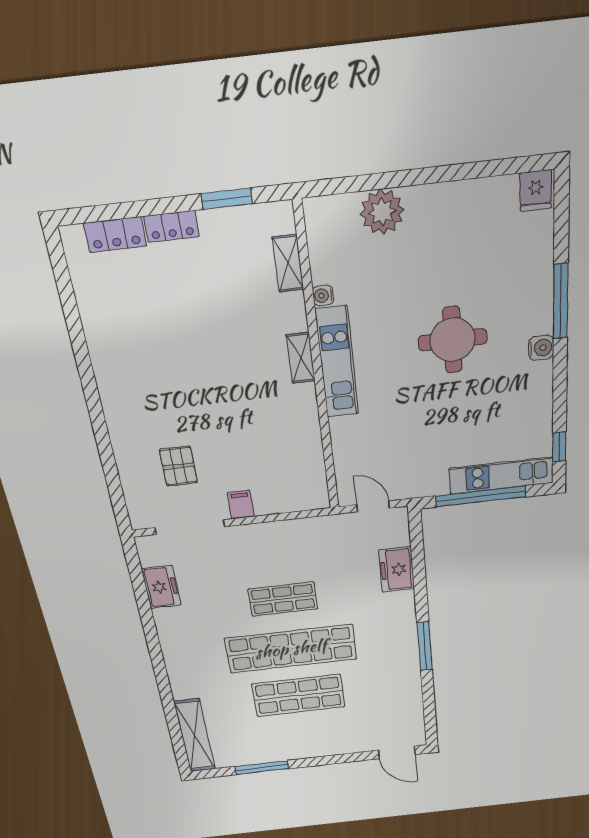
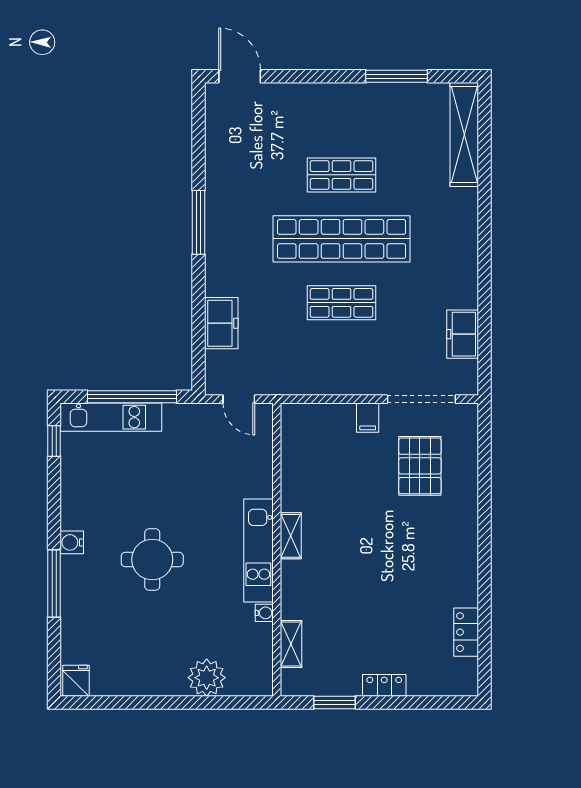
locker: (115, 235) -> (466, 632), moved, turned -90
shelving: (301, 358) -> (291, 536), moved
pallet: (179, 466) -> (420, 466), width x1.50, depth x1.42
shop shelf: (299, 695) -> (342, 175), width x0.70, depth x0.74

